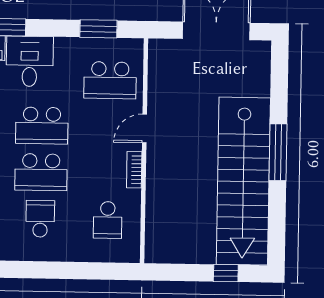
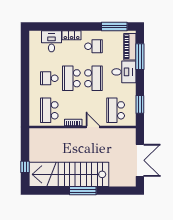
school desk: (42, 126) -> (93, 78), turned 180
school desk: (40, 219) -> (49, 78), turned 180
school desk: (108, 220) -> (49, 110), width x1.85

